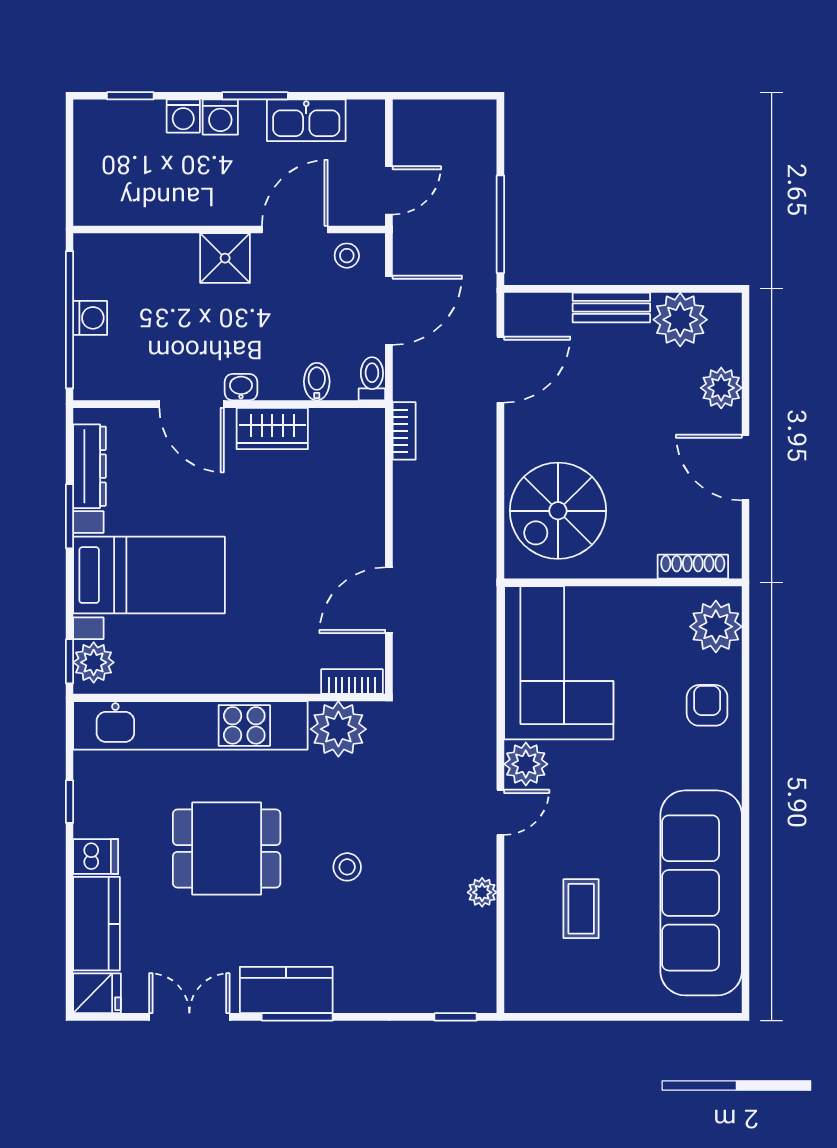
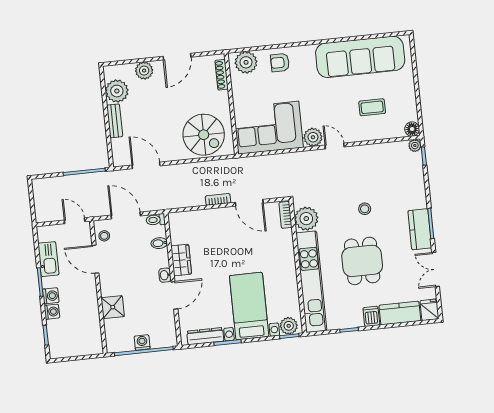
shower: (225, 258) -> (113, 307), moved
bookcase: (404, 431) -> (218, 199), moved
plant: (482, 892) -> (415, 146), moved
floor lamp: (521, 996) -> (412, 129), added

